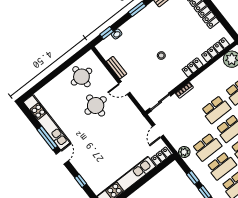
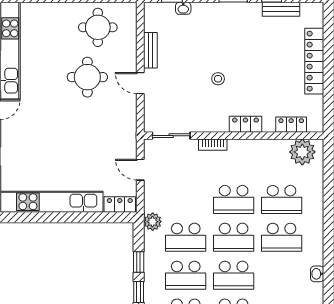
locker: (215, 50) -> (291, 125), width x0.66
door: (158, 131) -> (140, 170), hinge flipped

